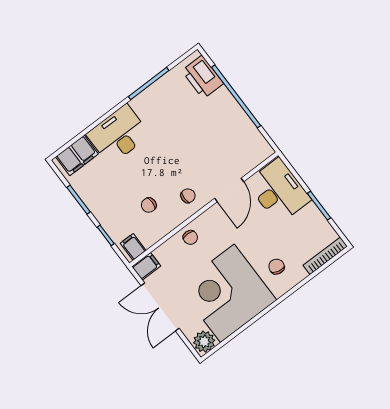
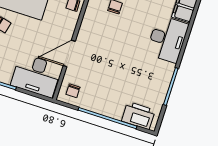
door: (229, 190) -> (69, 53), hinge flipped
chair: (188, 196) -> (73, 91), moved

